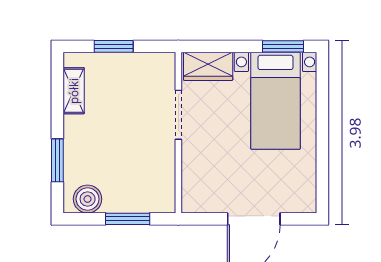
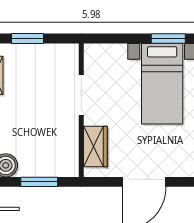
wardrobe: (208, 66) -> (95, 147), moved, turned -90

